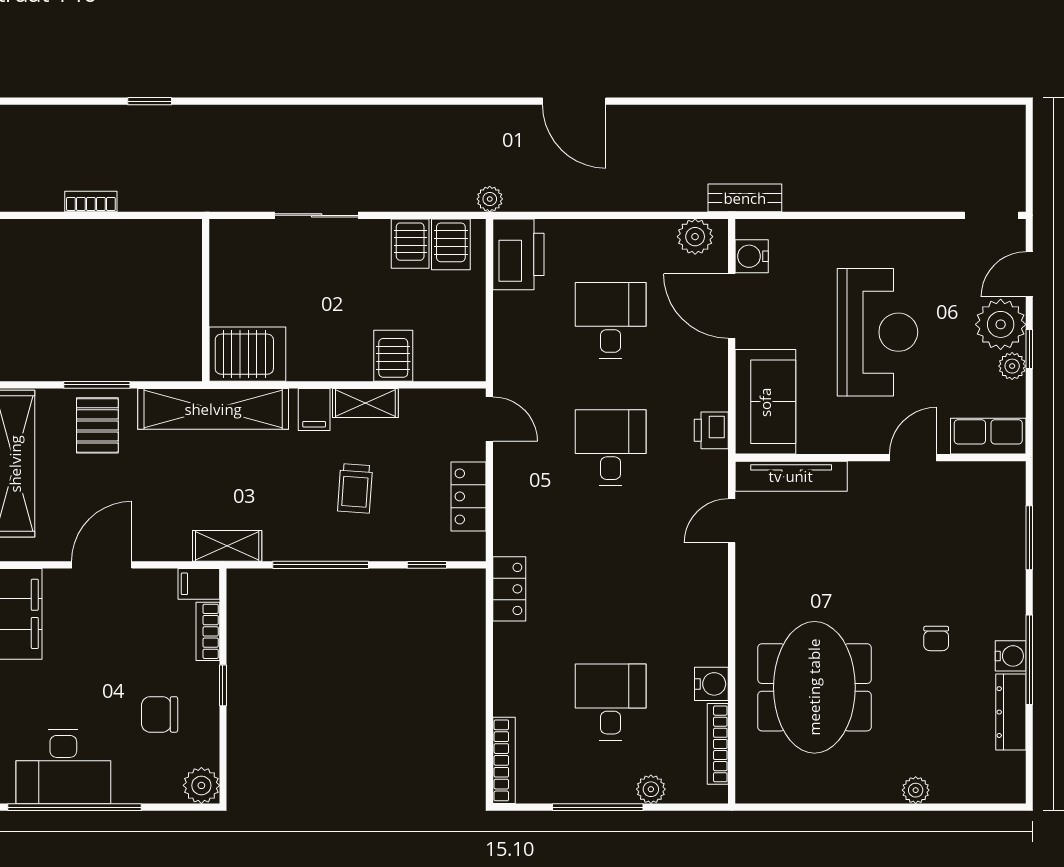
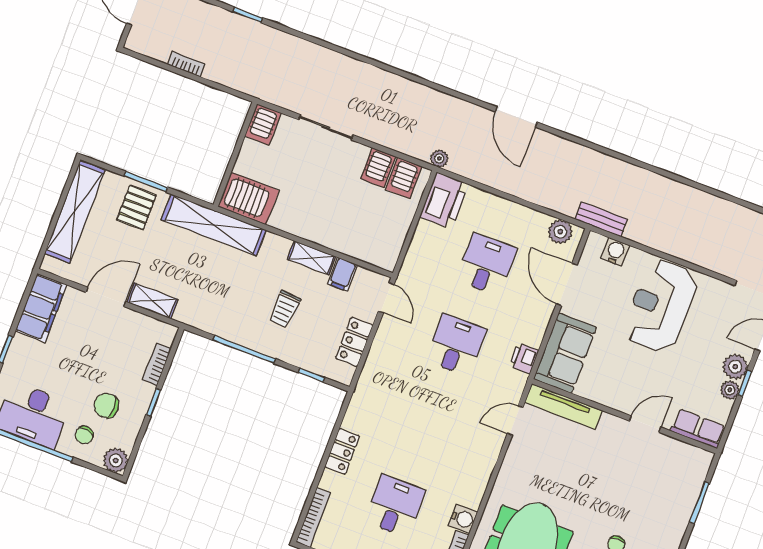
water cooler: (752, 256) -> (615, 252), moved, turned 90
plant: (1001, 324) -> (735, 367), width x0.73, depth x0.73
reception desk: (877, 332) -> (660, 306), moved, turned 180
server rack: (393, 356) -> (263, 124), moved, turned 180
filing cabinet: (314, 409) -> (342, 274), moved
shelving: (227, 546) -> (152, 301), moved
filing cabinet: (199, 584) -> (163, 332), removed
locker: (509, 589) -> (342, 451), moved
chair: (145, 767) -> (84, 435), added

